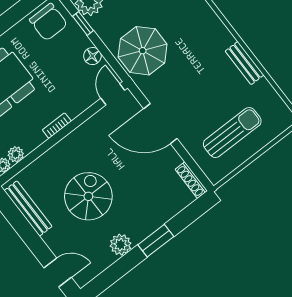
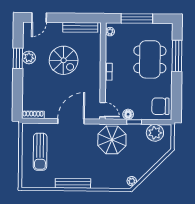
window: (83, 23) -> (134, 122), moved
bench: (245, 63) -> (73, 183), width x1.36
plant: (16, 154) -> (110, 42), removed
window: (156, 241) -> (18, 58), moved

